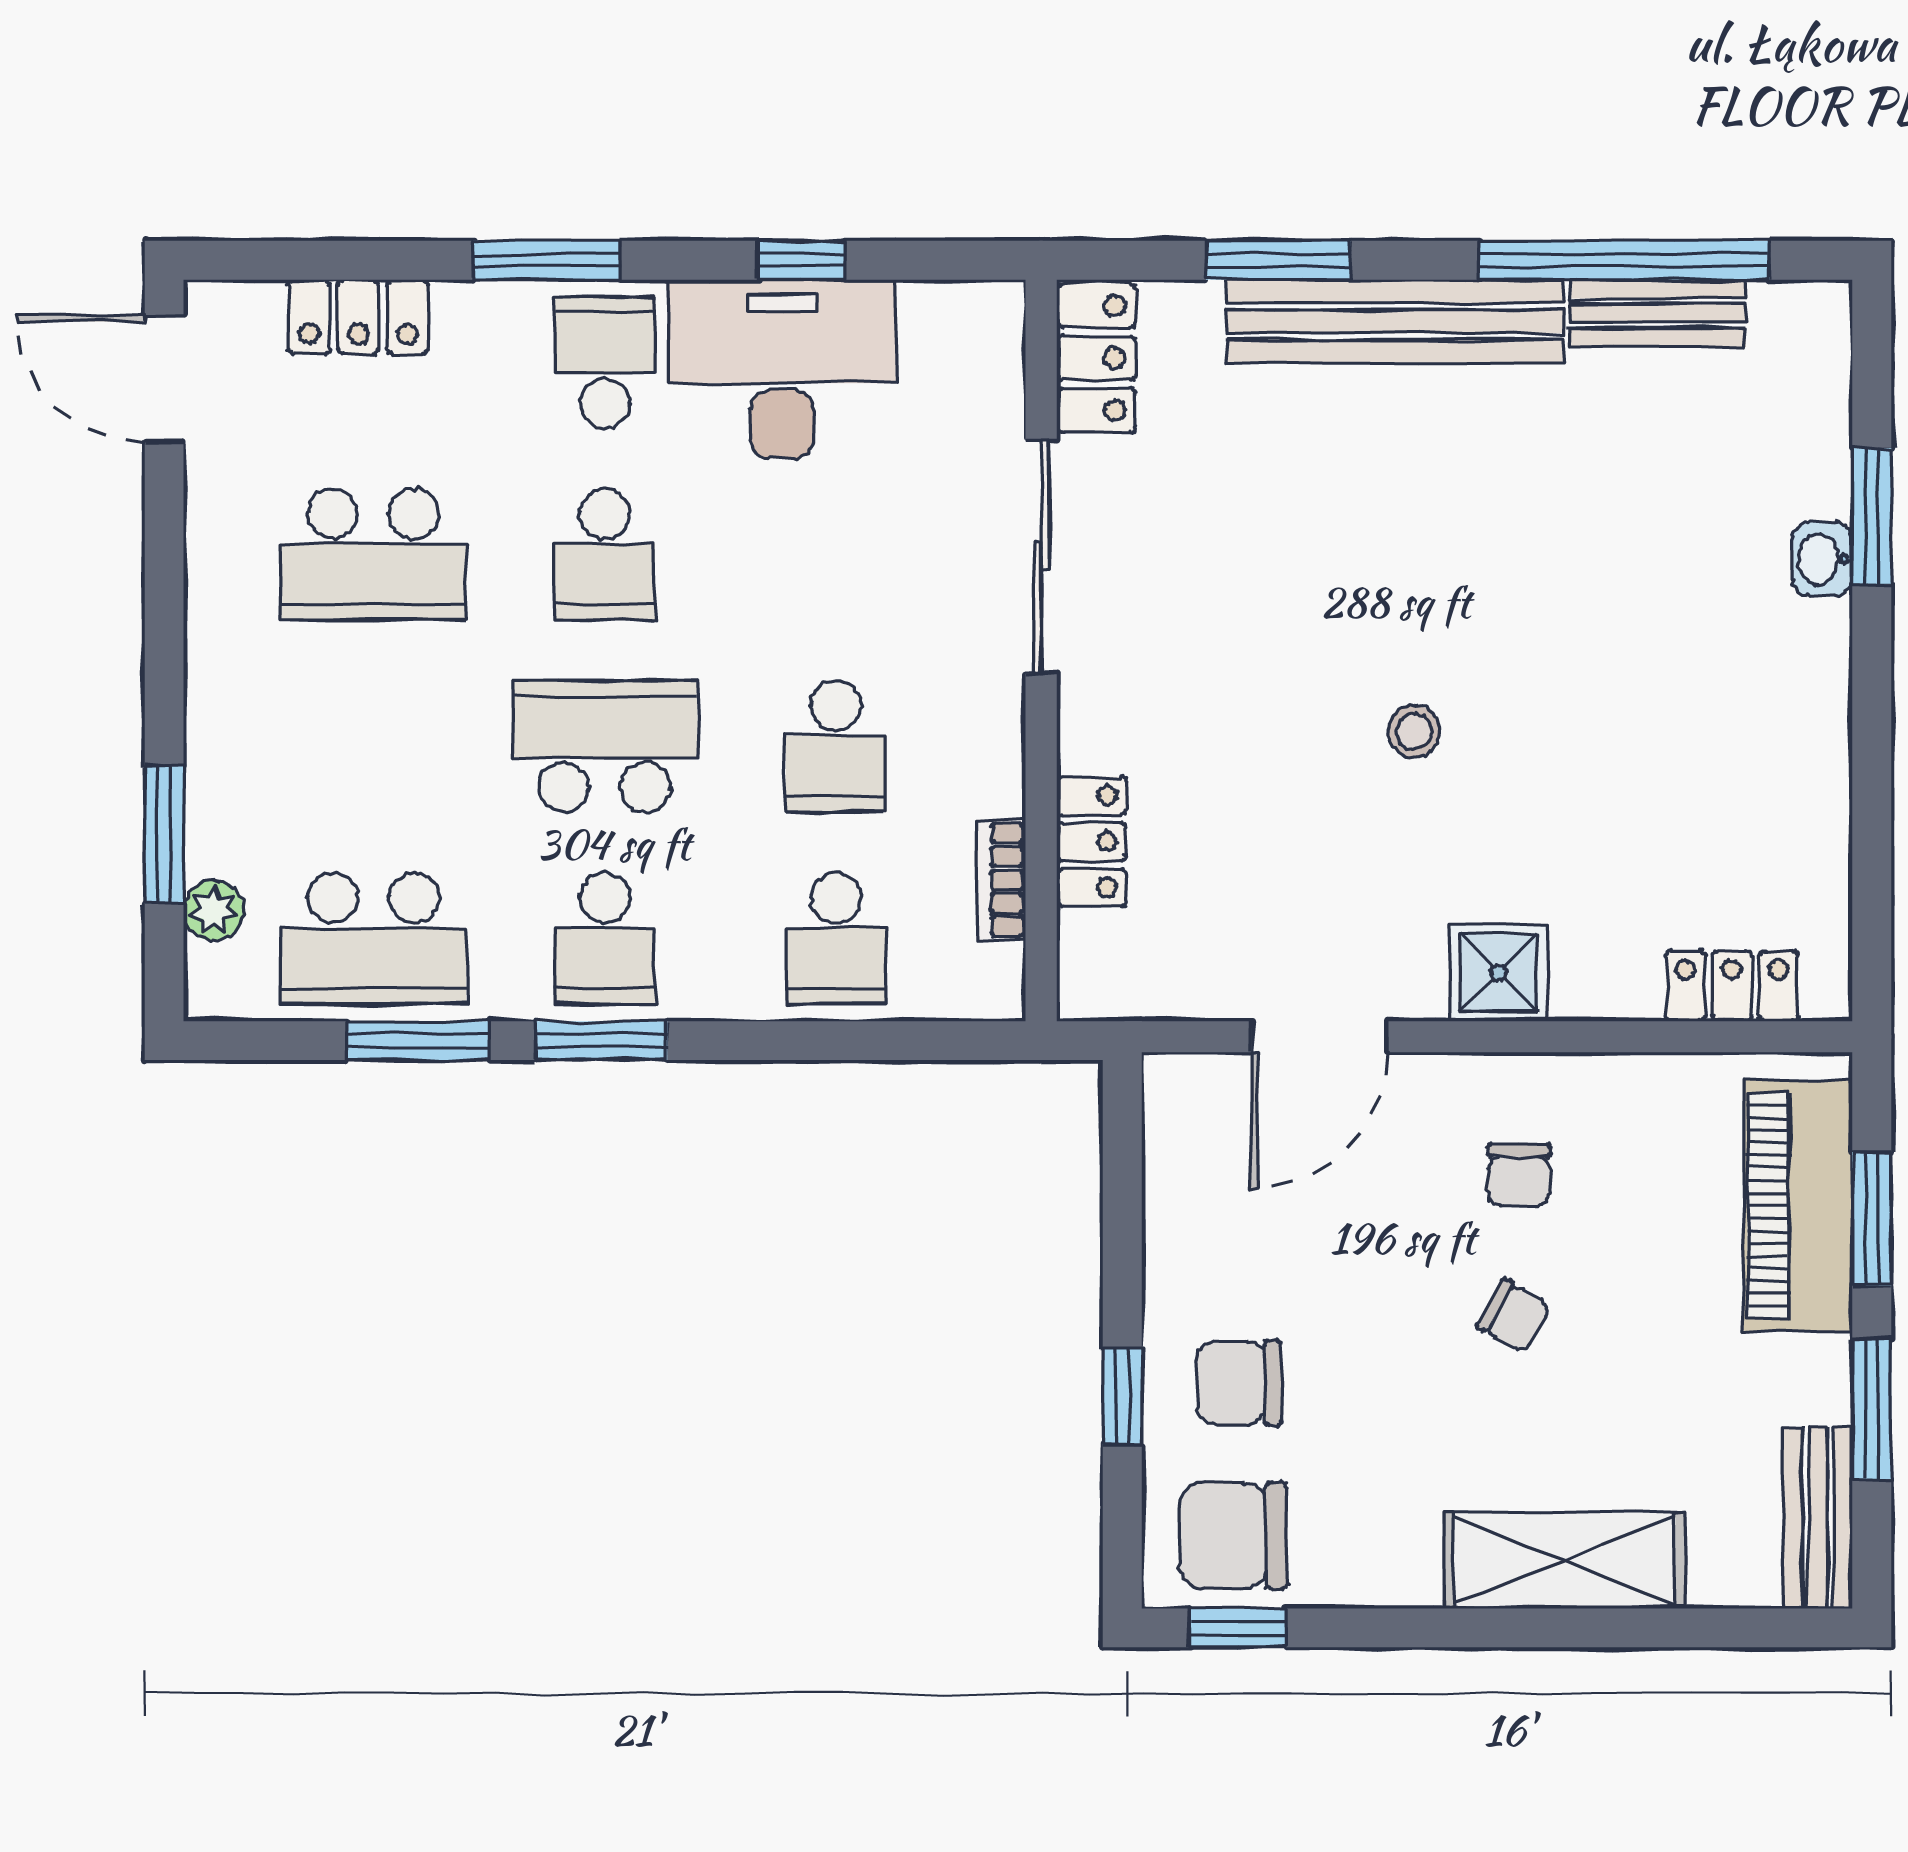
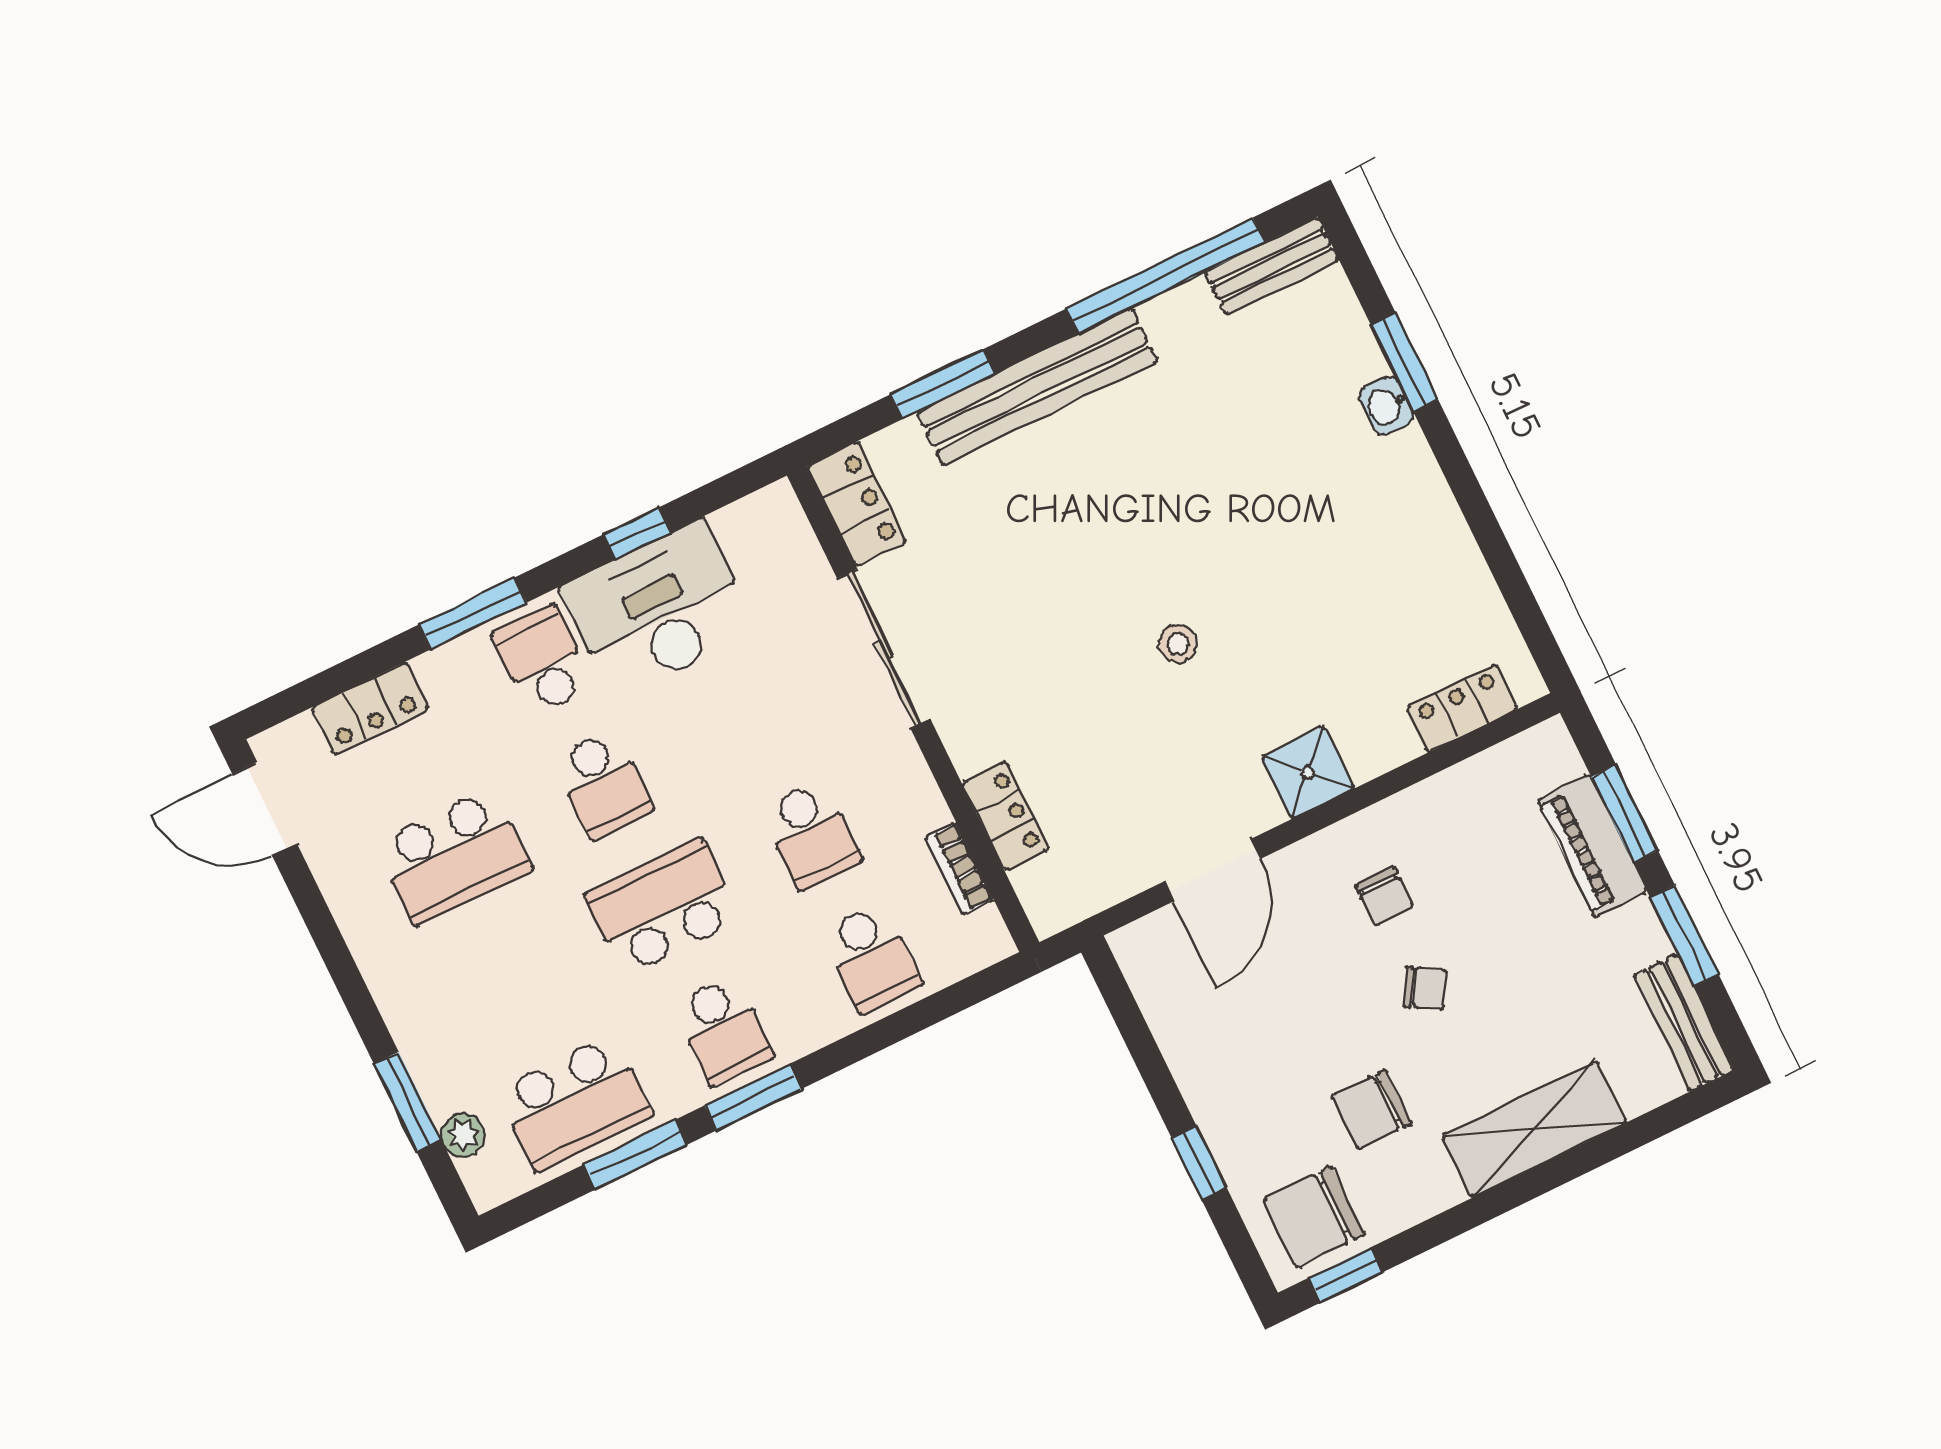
bench: (1657, 313) -> (1272, 266), moved
piano: (1798, 1206) -> (1592, 846), width x0.73, depth x0.75
chair: (1239, 1383) -> (1372, 1110), moved

